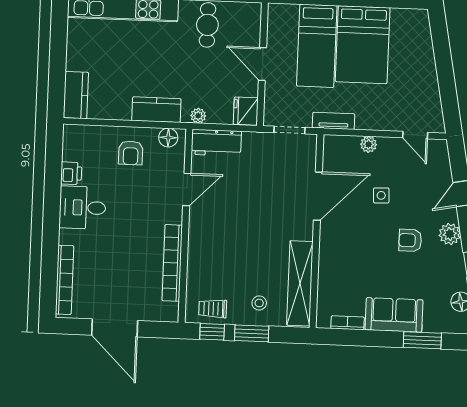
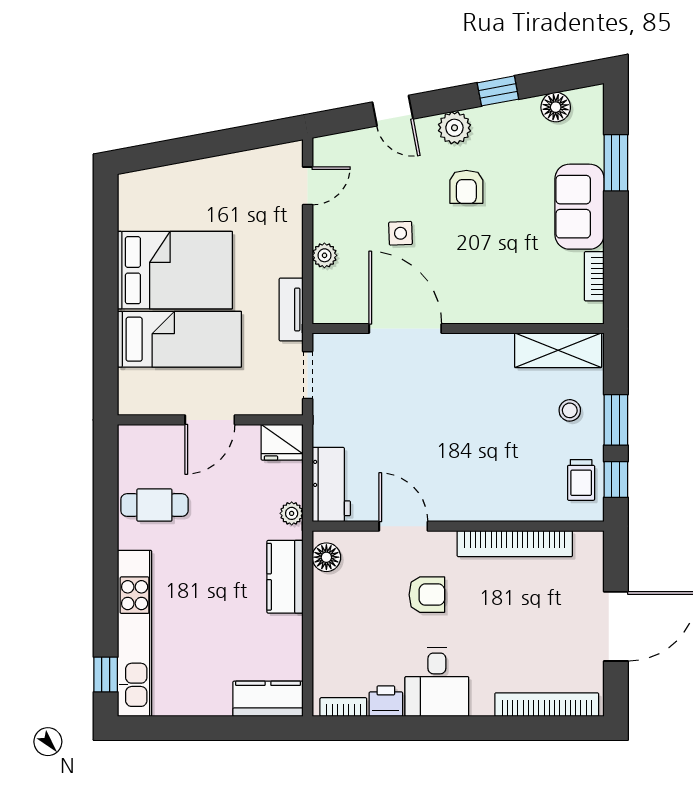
bookcase: (68, 145) -> (343, 707), added
armchair: (131, 153) -> (427, 595), moved
shelving: (300, 283) -> (558, 350), width x0.68

